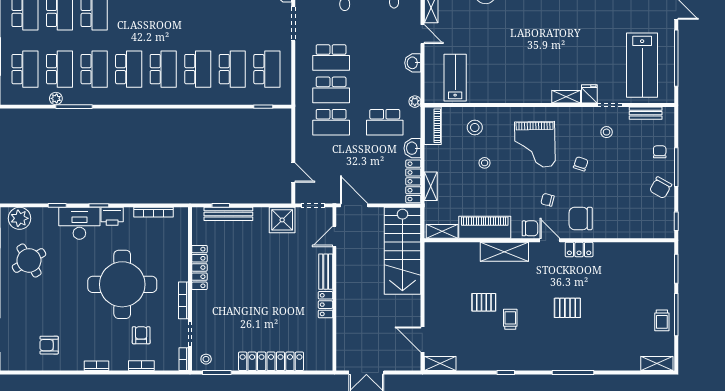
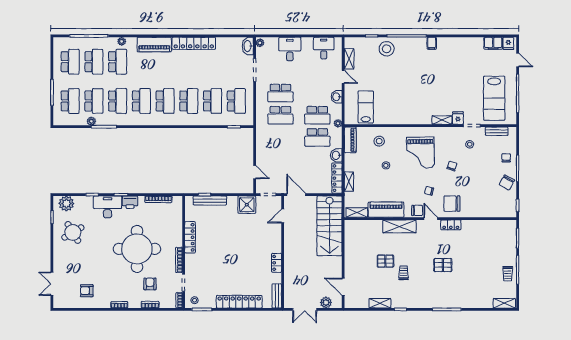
school desk: (331, 122) -> (317, 115), moved
bench: (326, 272) -> (277, 296), moved
plant: (397, 362) -> (326, 303), added
shelving: (440, 364) -> (380, 303), moved

